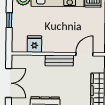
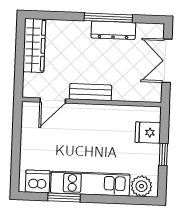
fridge: (34, 44) -> (148, 133), moved, turned 90

